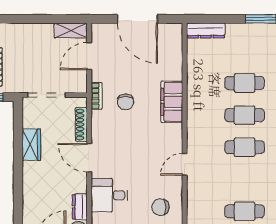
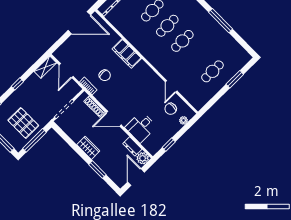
window: (23, 19) -> (17, 84), added
door: (137, 19) -> (79, 23), moved
wardrobe: (31, 145) -> (88, 148), moved
door: (185, 164) -> (171, 86), moved
window: (18, 195) -> (97, 170), added

